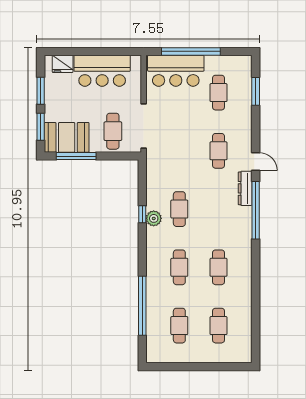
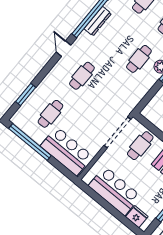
window: (191, 51) -> (30, 142), moved
dresser: (245, 188) -> (98, 21), moved

